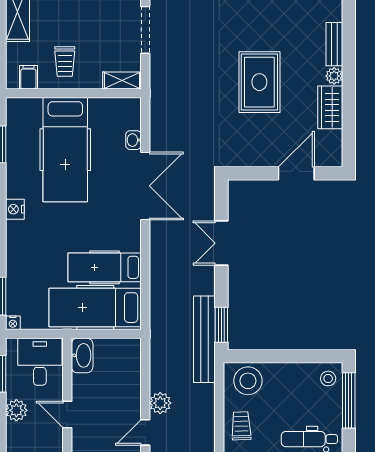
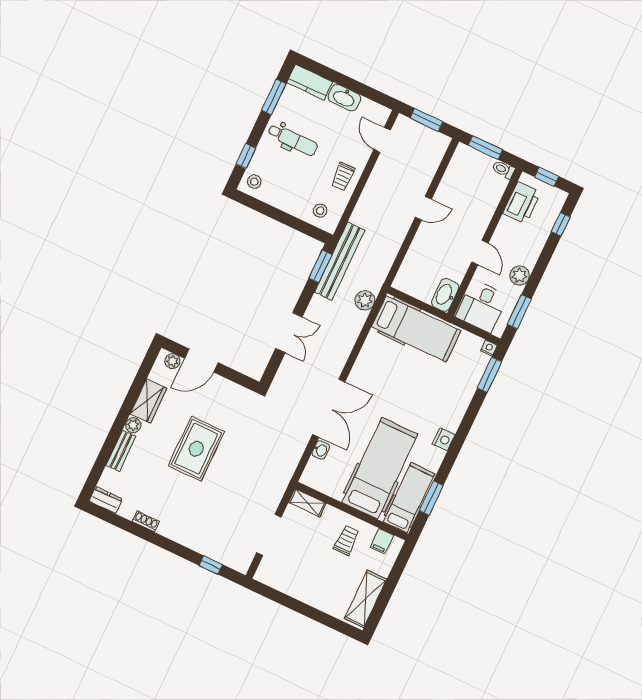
plant: (325, 159) -> (172, 361), added
double door: (145, 186) -> (329, 408), swing flipped
hospital bed: (105, 267) -> (409, 498), moved, turned -90
stool: (248, 381) -> (320, 211), width x0.53, depth x0.53
window: (349, 400) -> (246, 156), width x0.46
plant: (160, 403) -> (365, 300), moved

